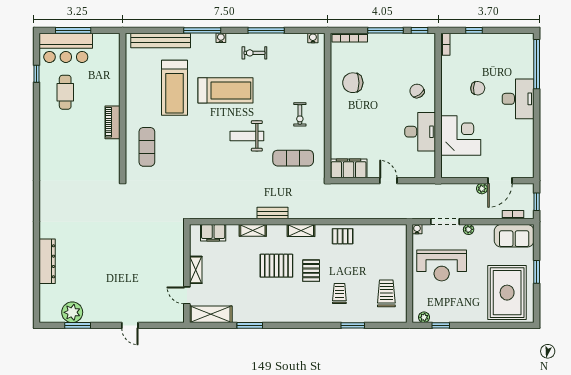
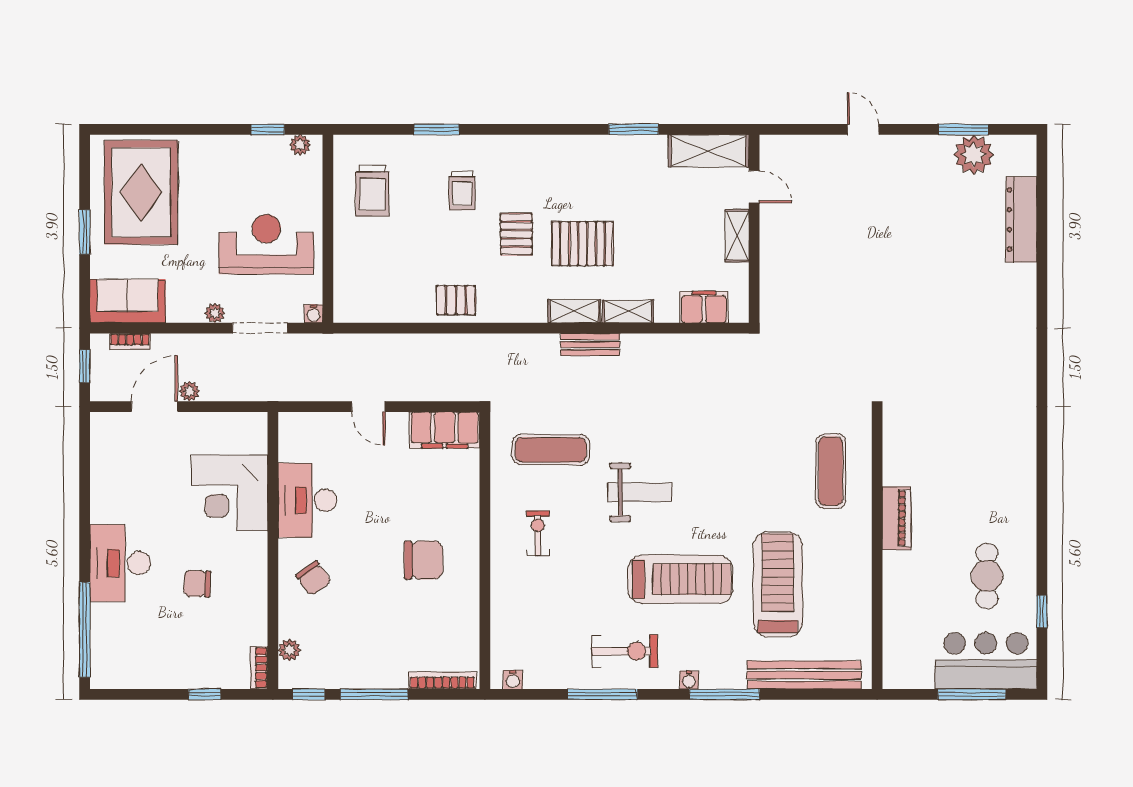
exercise bike: (254, 53) -> (625, 651), width x1.38, depth x1.39
plant: (430, 53) -> (289, 650), added
chair: (353, 83) -> (423, 560), moved
treadmill: (225, 90) -> (680, 579), turned 180
shelving: (301, 230) -> (574, 311), moved
dresser: (47, 261) -> (1021, 220), moved

